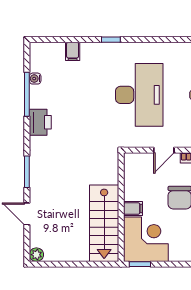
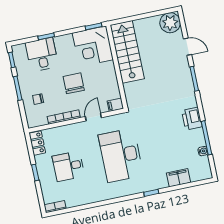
filing cabinet: (73, 51) -> (179, 178), width x2.00
filing cabinet: (133, 208) -> (115, 105), moved
plant: (36, 255) -> (170, 23), width x1.87, depth x1.87

